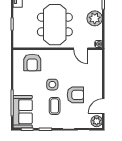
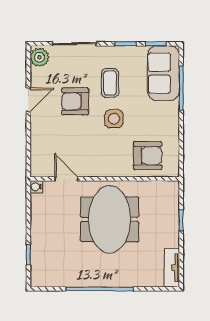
plant: (95, 18) -> (43, 230), removed
armchair: (32, 62) -> (148, 156), turned 90
door: (103, 106) -> (28, 100), moved

